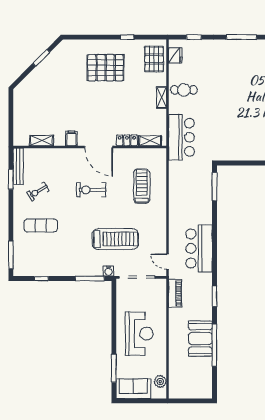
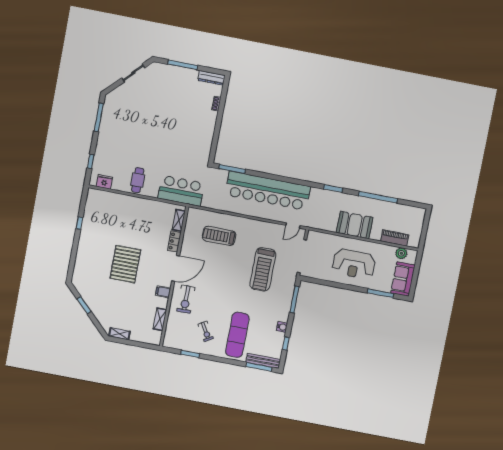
pallet: (154, 59) -> (104, 202), removed
pallet: (106, 68) -> (125, 264), moved
shelving: (162, 98) -> (119, 334), moved
bench: (18, 166) -> (263, 361), moved
exercise bike: (91, 190) -> (186, 299), moved
exercise mat: (41, 225) -> (237, 335), width x1.36, depth x1.45
treadmill: (115, 239) -> (263, 269), turned 180
bar counter: (199, 248) -> (268, 191), width x1.86
water cooler: (108, 271) -> (282, 327), moved
piano: (175, 293) -> (395, 238), moved
reception desk: (139, 334) -> (354, 264), turned 180
booth: (200, 338) -> (355, 225), moved

